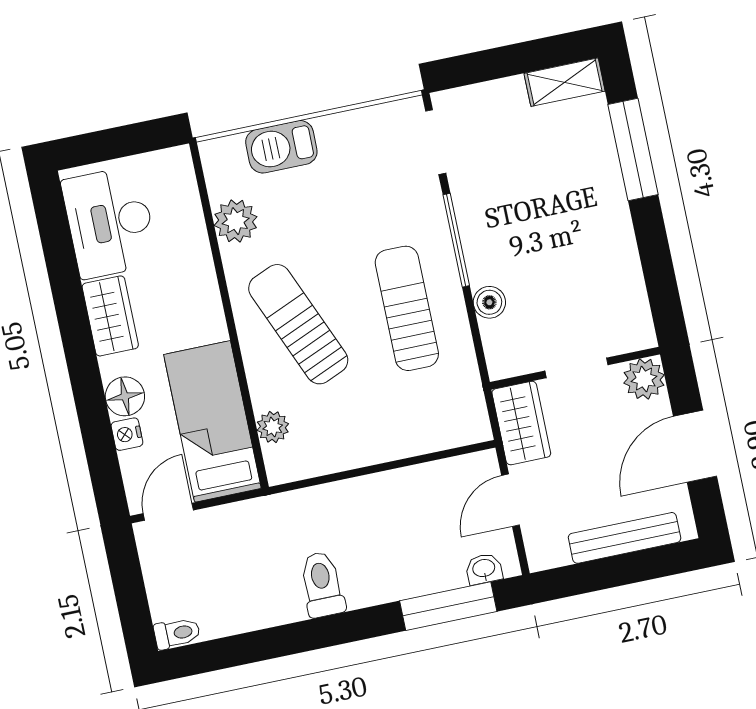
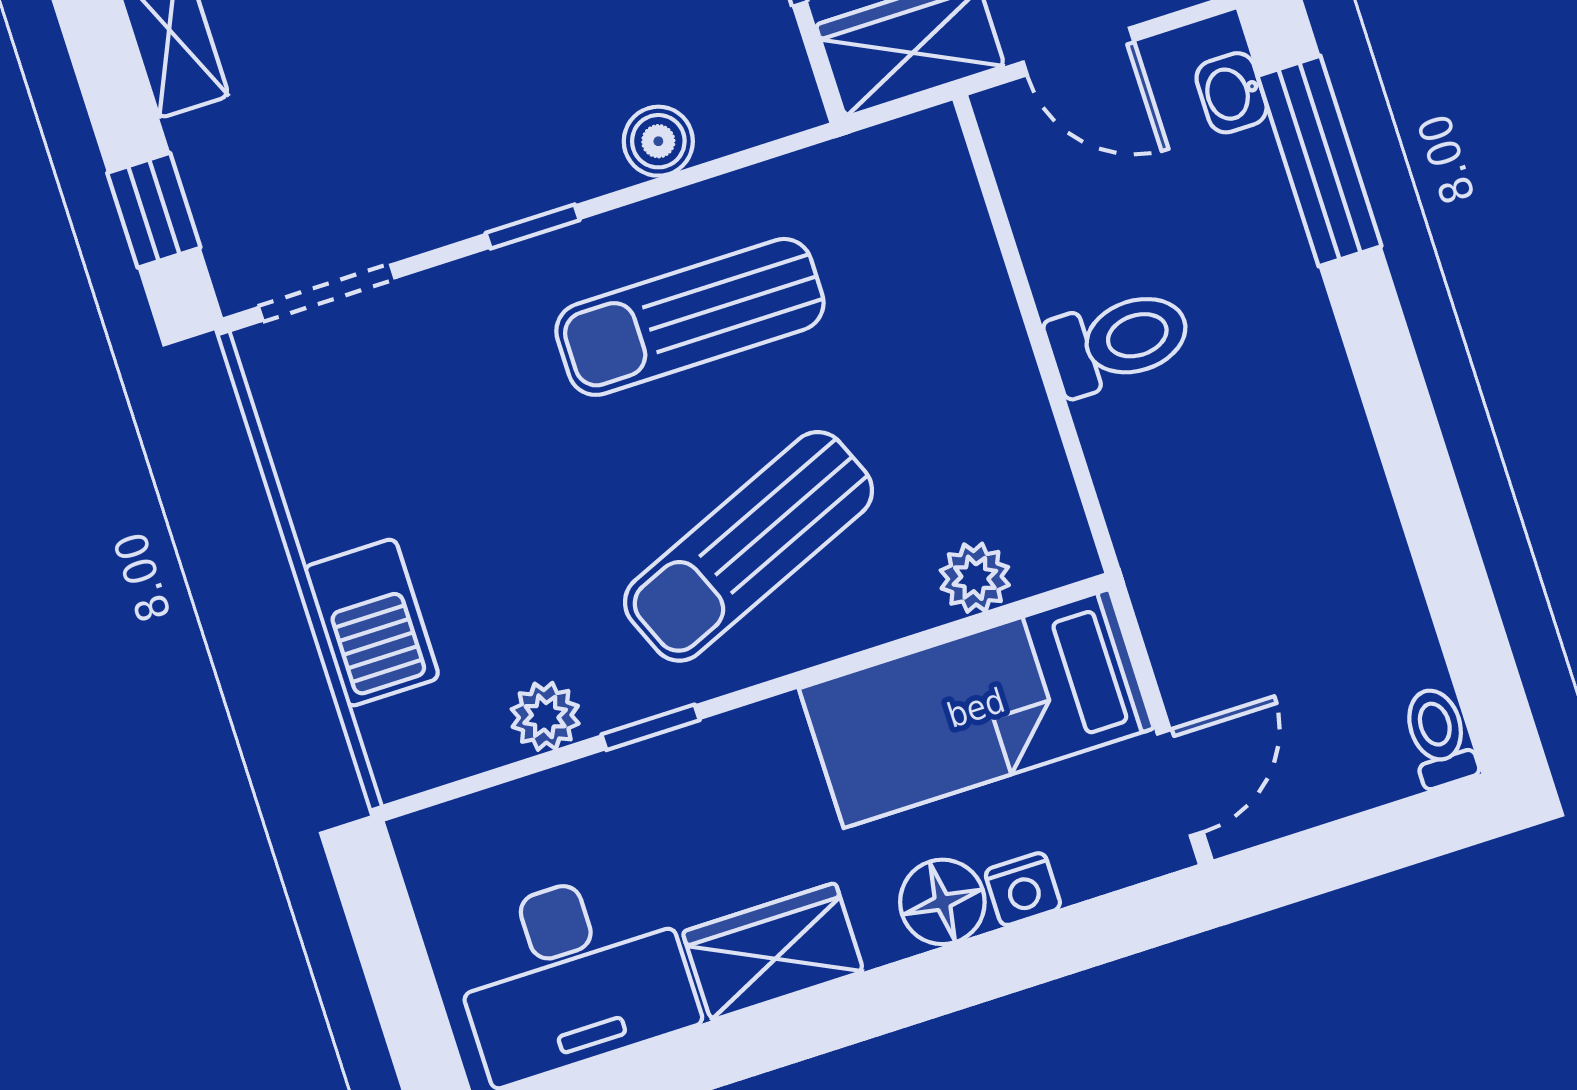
window: (482, 66) -> (154, 210), added
plant: (236, 221) -> (545, 716), width x0.73, depth x0.73
window: (456, 240) -> (533, 227), width x0.46
window: (220, 270) -> (651, 727), added
door: (168, 512) -> (1180, 783), swing flipped
toilet: (322, 584) -> (1119, 341), moved, turned 180

